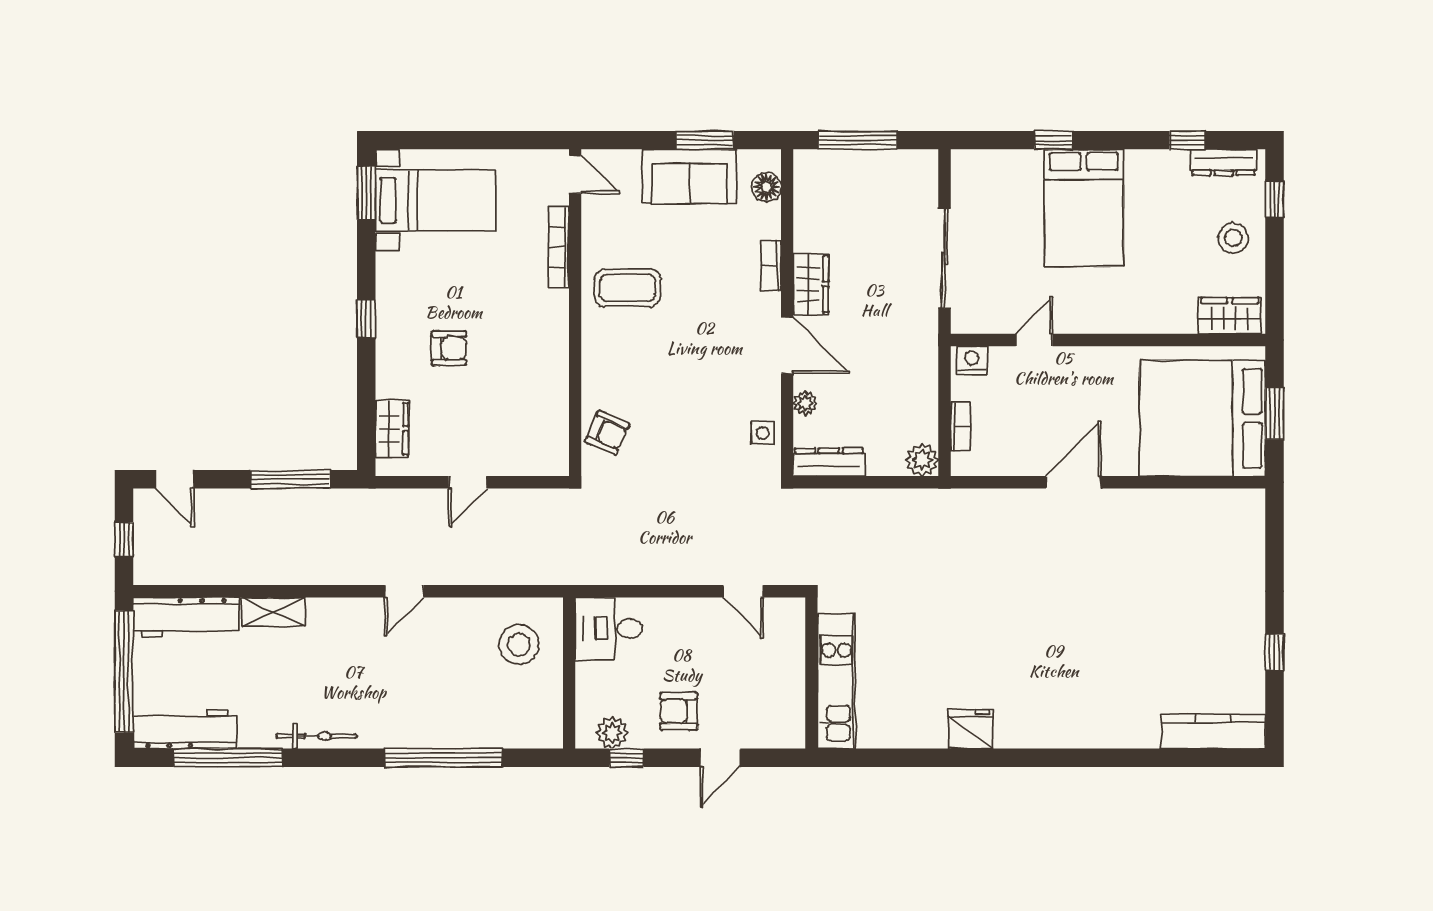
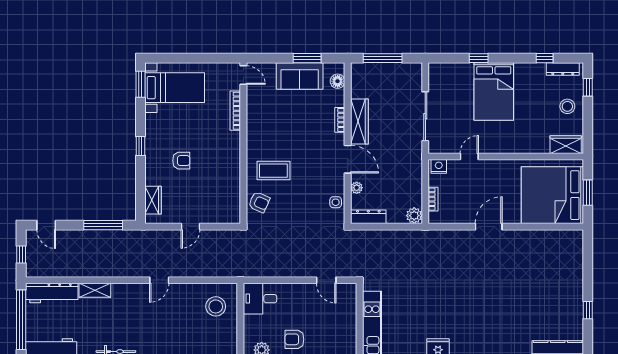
wardrobe: (811, 284) -> (359, 121), width x1.50
coffee table: (628, 288) -> (273, 171), moved

